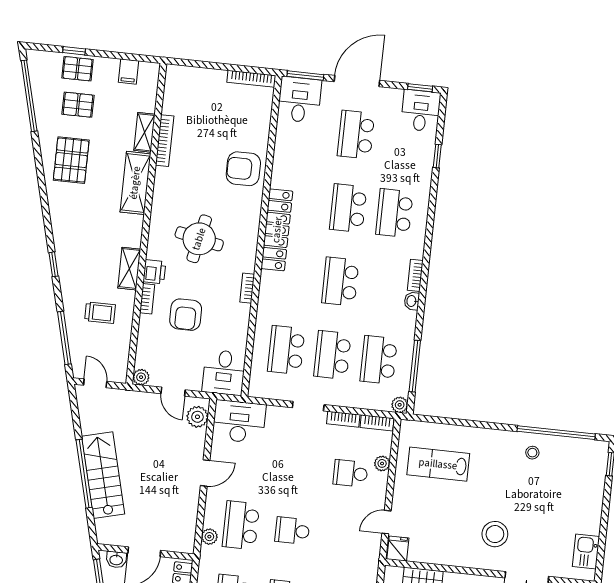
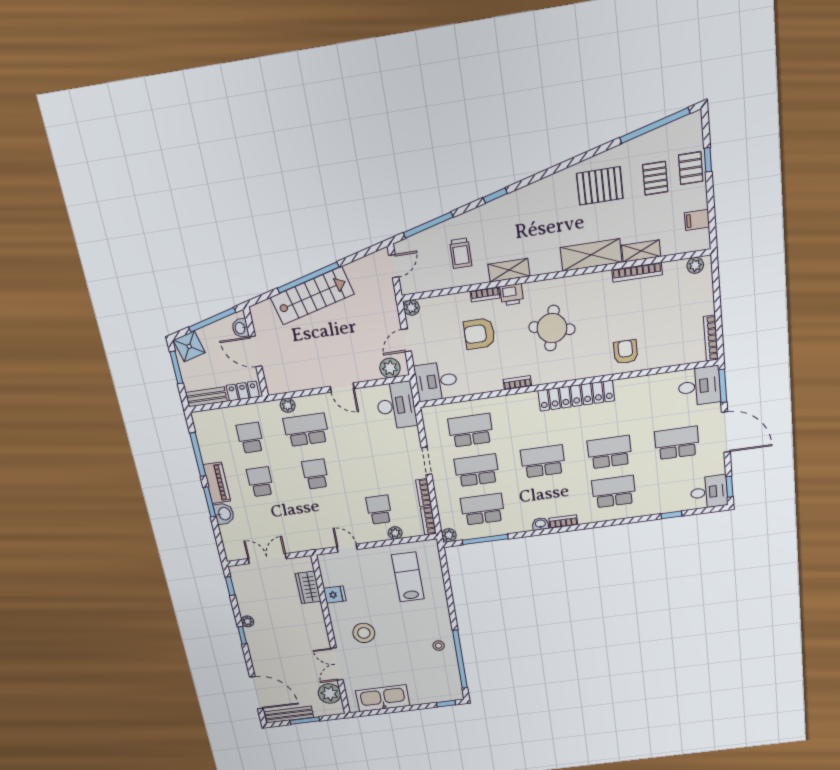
plant: (173, 81) -> (695, 265), added
armchair: (243, 169) -> (626, 352), width x0.72, depth x0.72
fridge: (398, 549) -> (335, 595), moved
kitchen sink: (586, 551) -> (383, 698), width x1.87, depth x1.24

